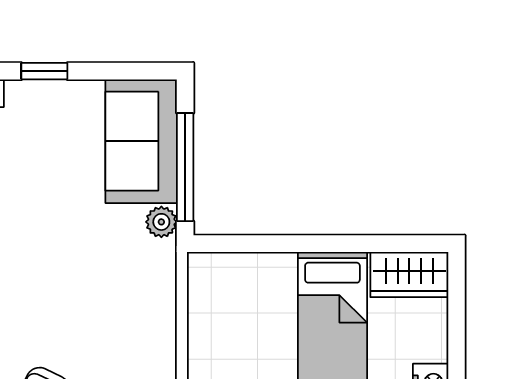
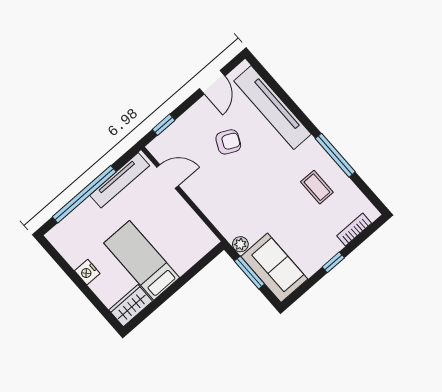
window: (185, 167) -> (249, 273), width x0.69

